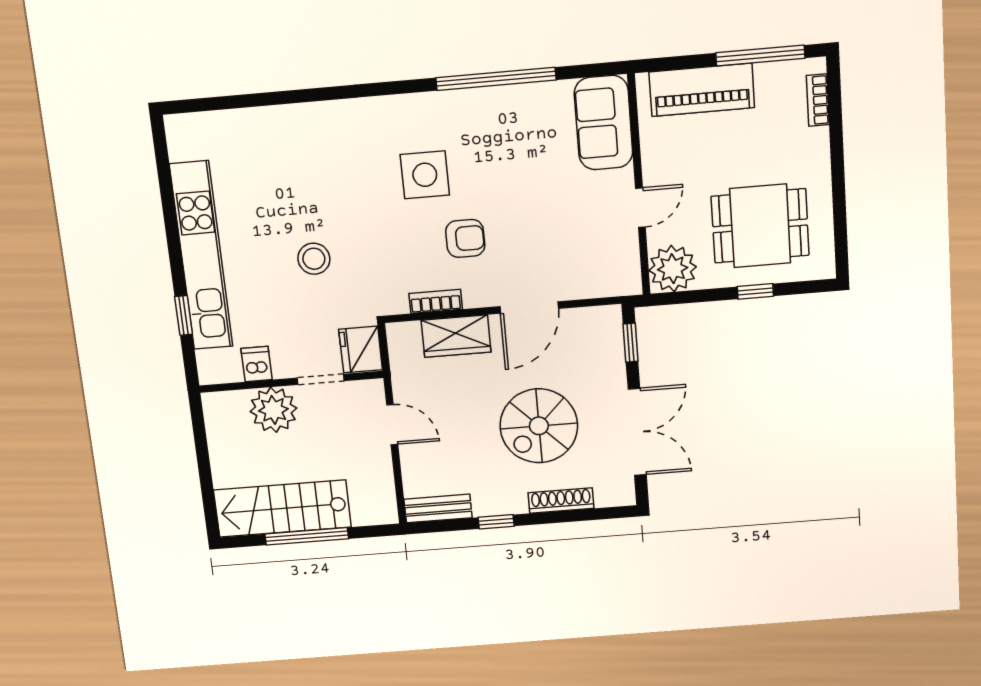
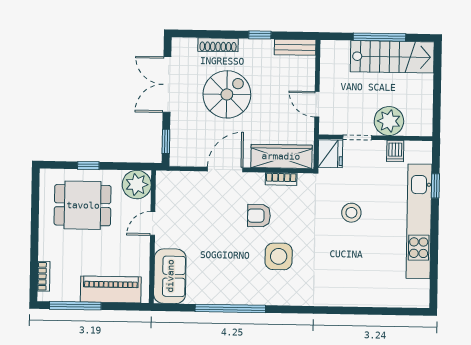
wardrobe: (456, 336) -> (281, 156), width x1.50

